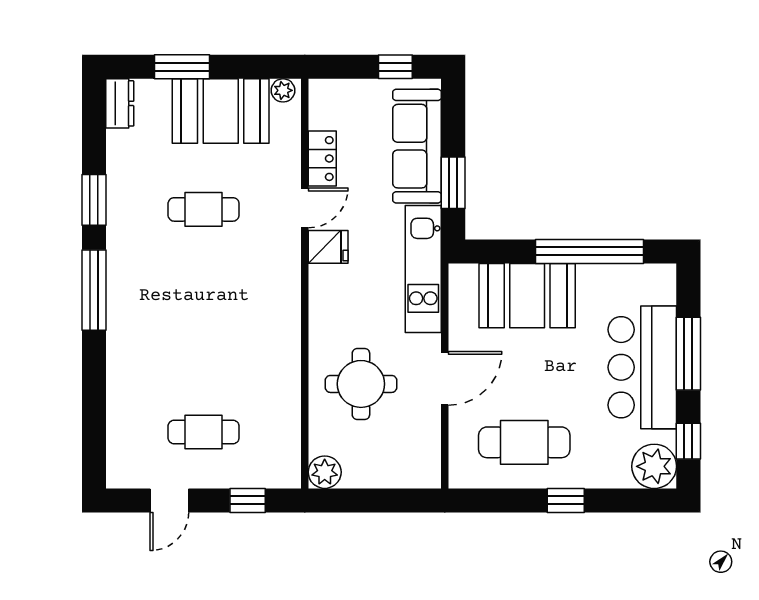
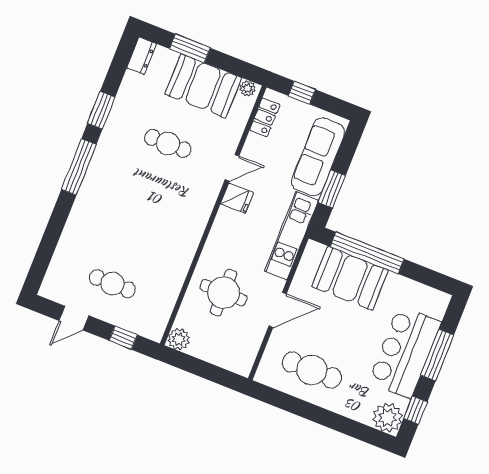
window: (395, 67) -> (302, 93), moved
locker: (322, 159) -> (265, 117), moved
window: (590, 251) -> (367, 253), moved
window: (566, 500) -> (323, 417), removed

